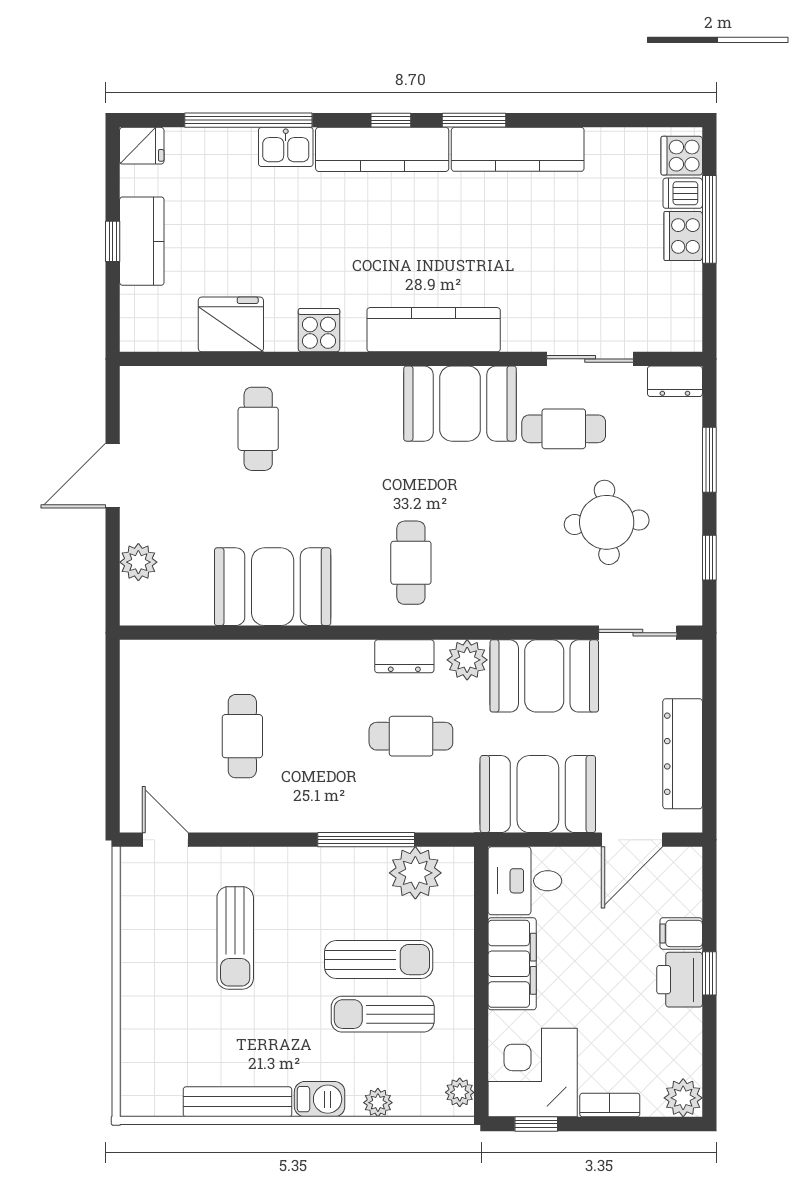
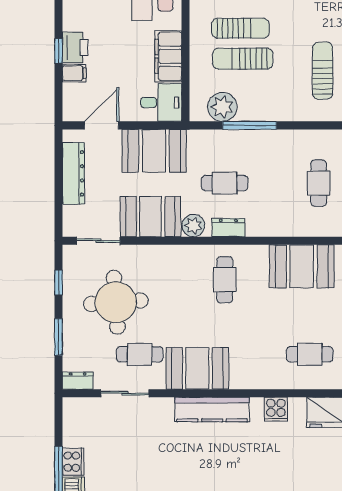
cafe table: (258, 429) -> (310, 354), turned 90
round table: (607, 522) -> (116, 302), width x1.36, depth x1.36

